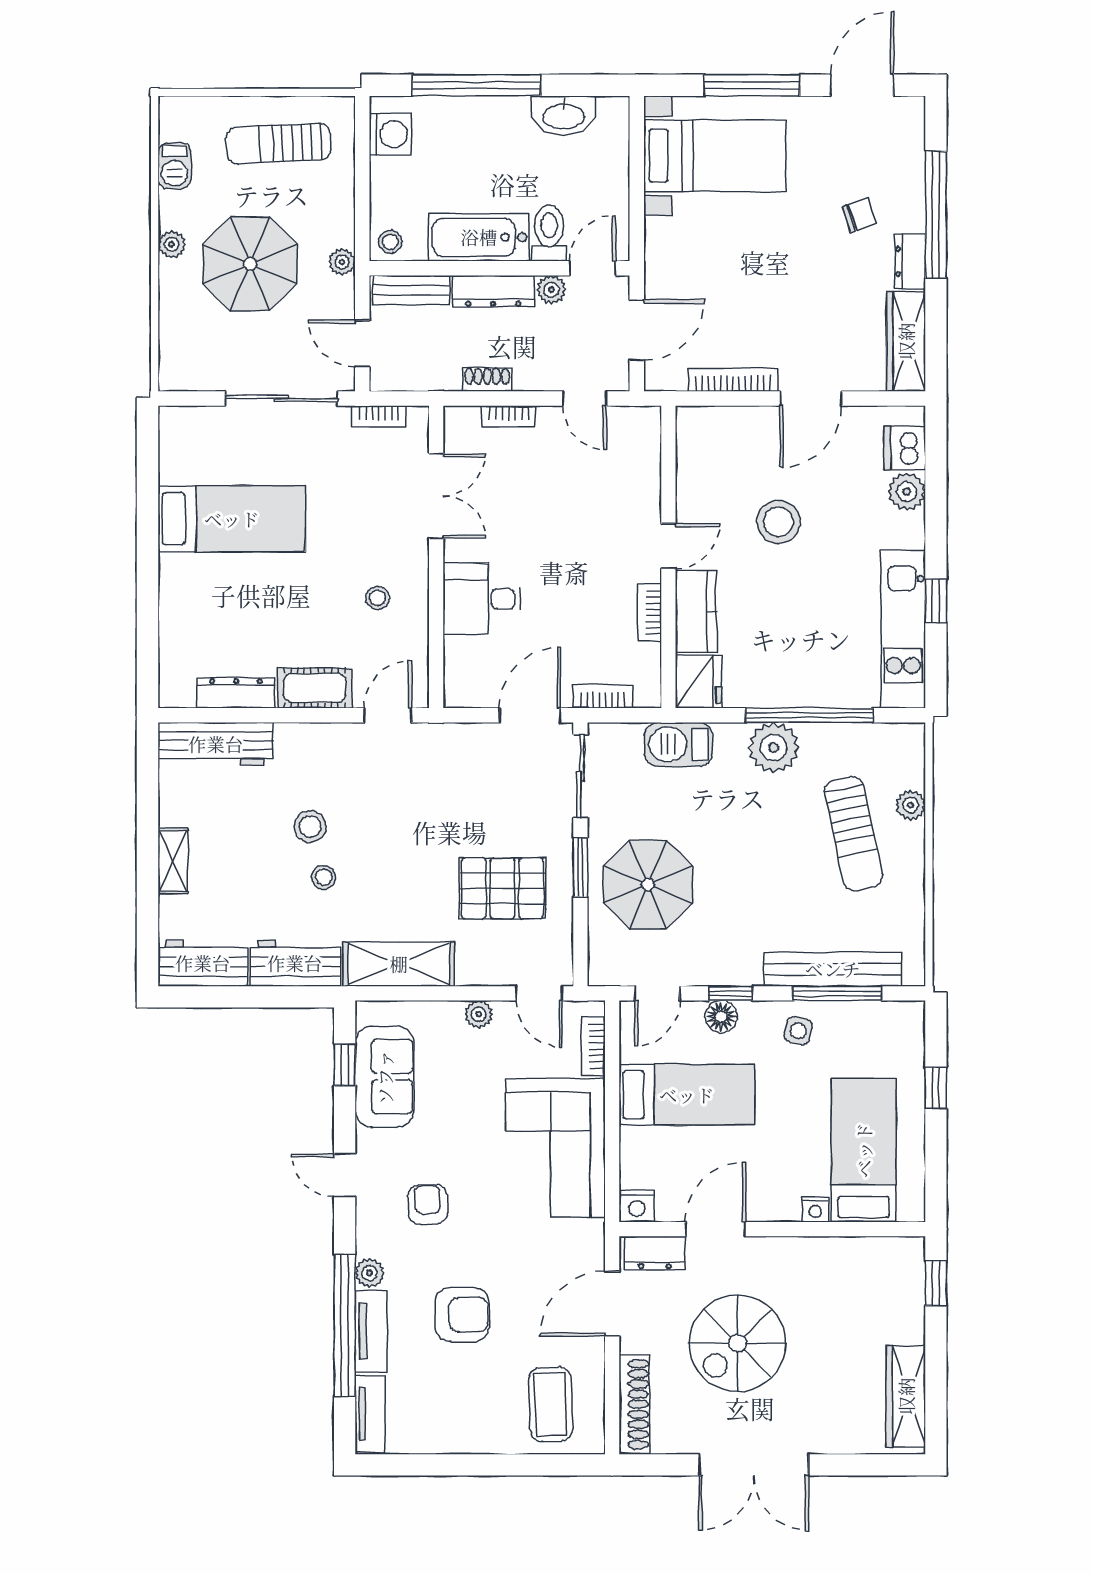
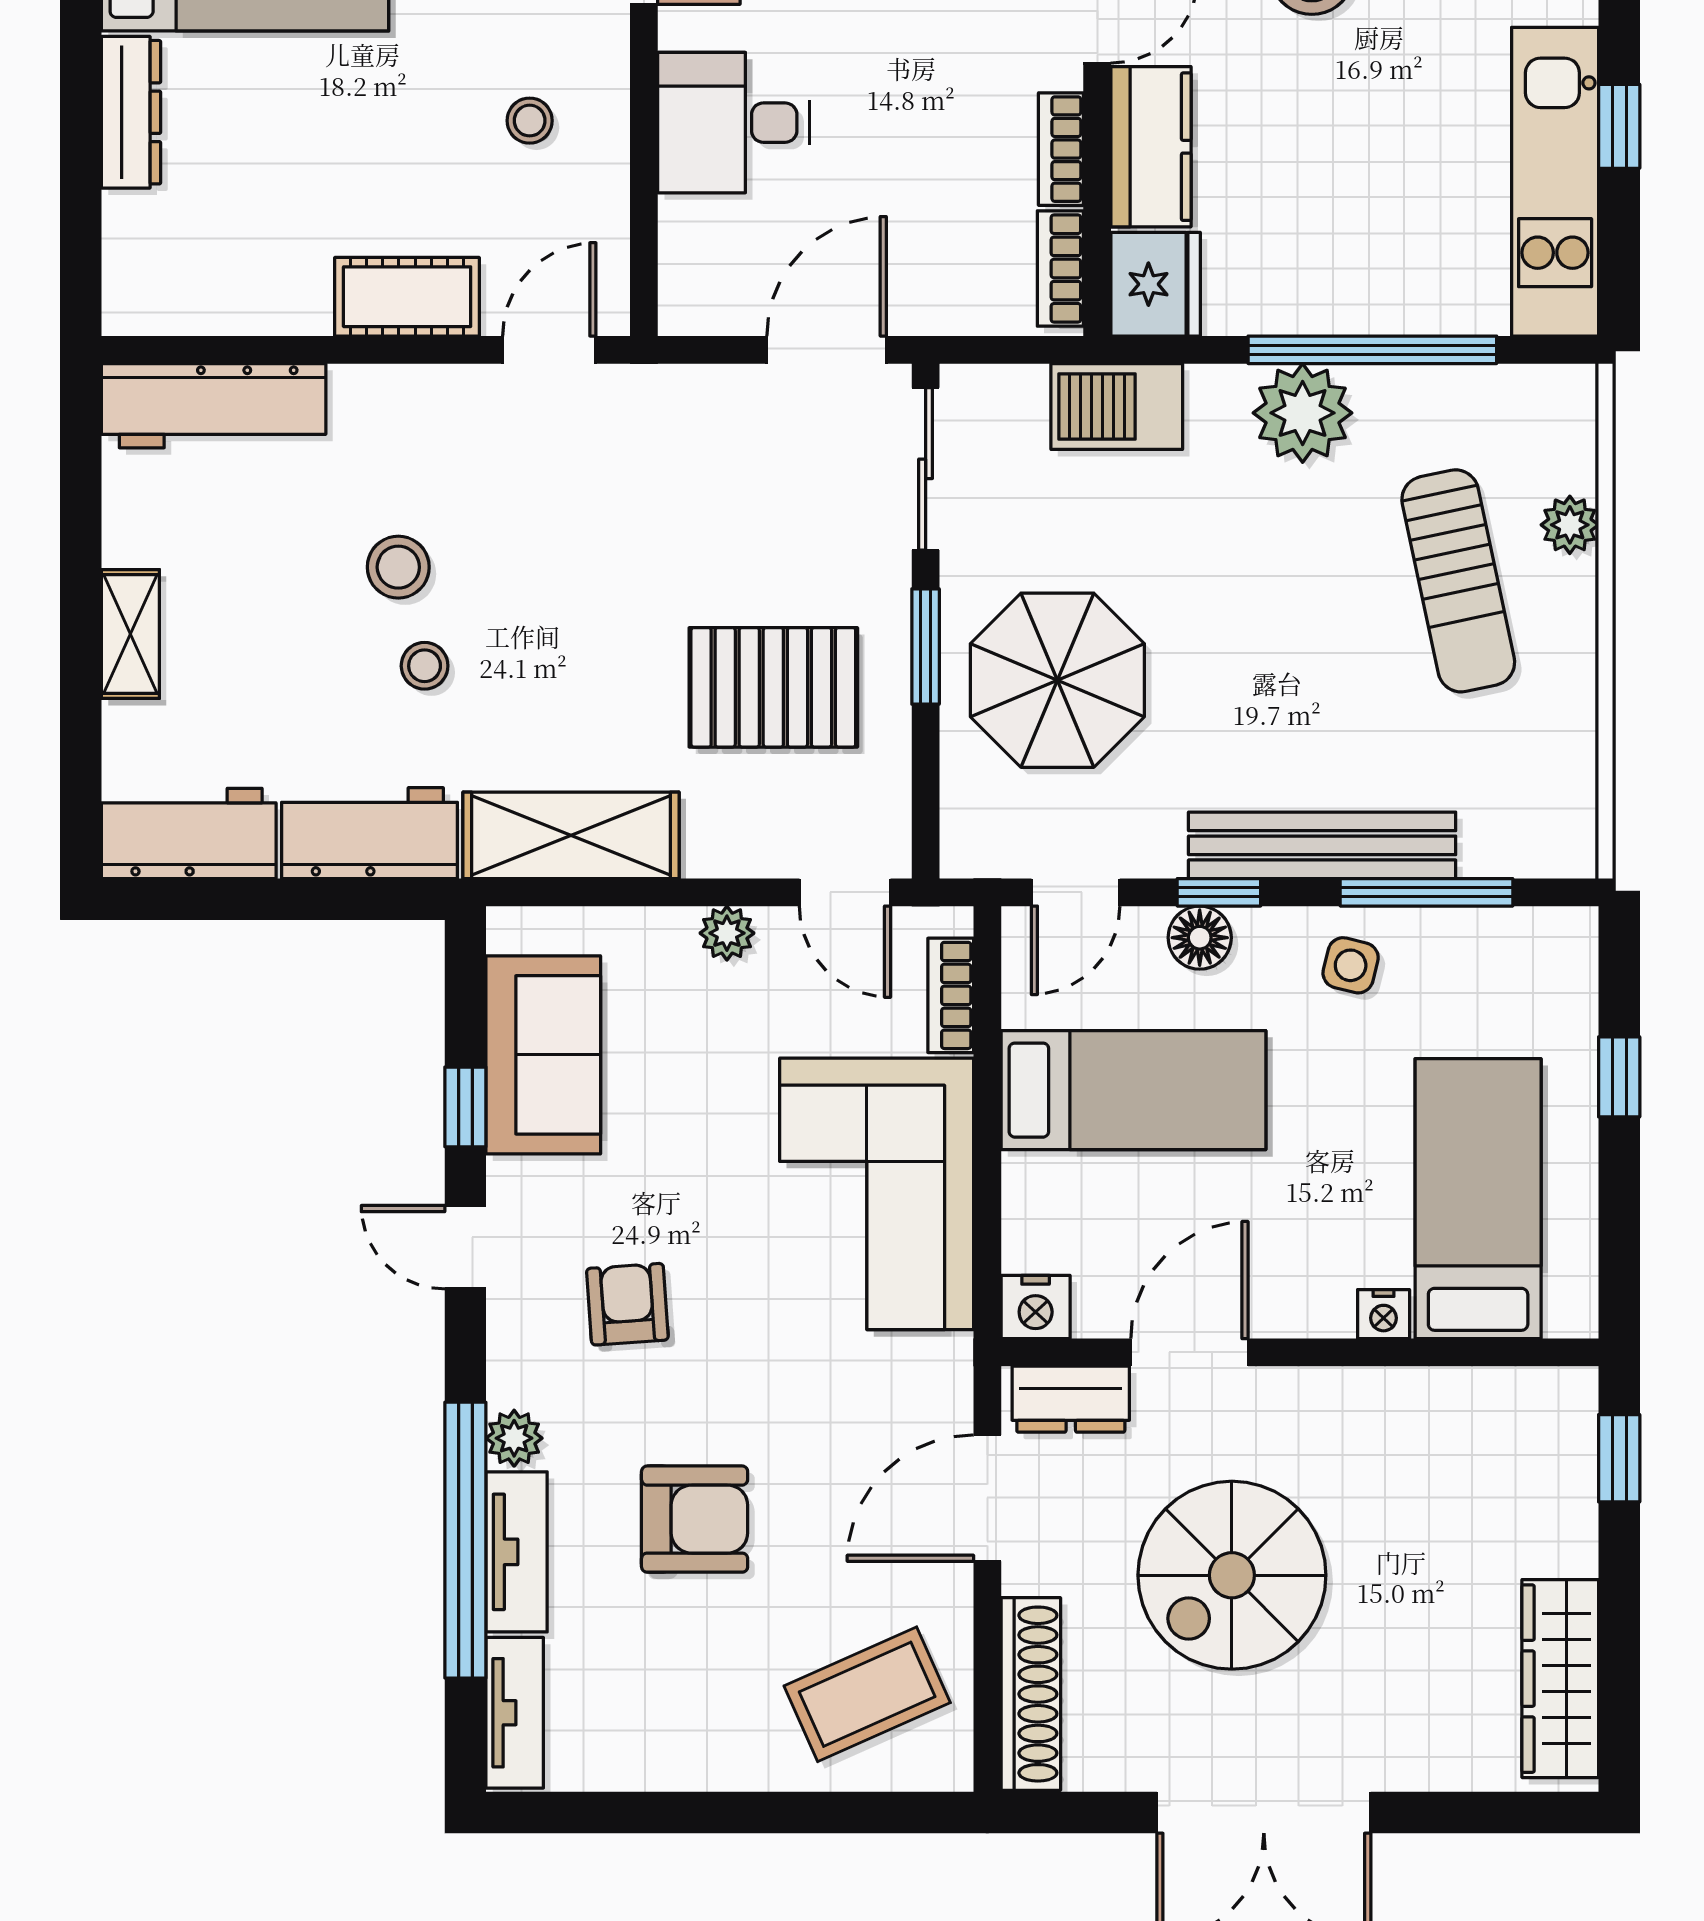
dresser: (236, 693) -> (131, 112), moved, turned 90
bookcase: (603, 696) -> (1060, 268), moved, turned -90
bench: (833, 969) -> (1322, 845), moved
window: (345, 1065) -> (465, 1107), moved
coffee table: (551, 1404) -> (867, 1694), turned 68

